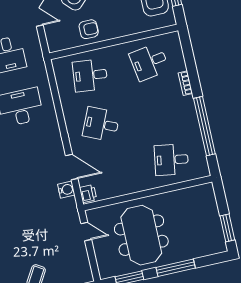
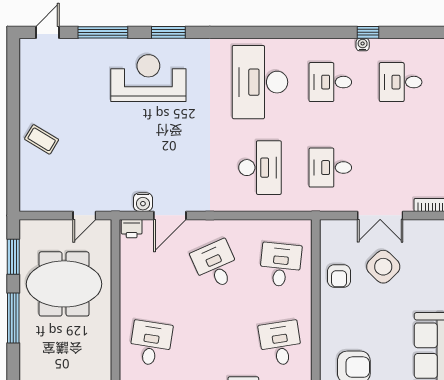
desk: (101, 124) -> (216, 265), turned -48

